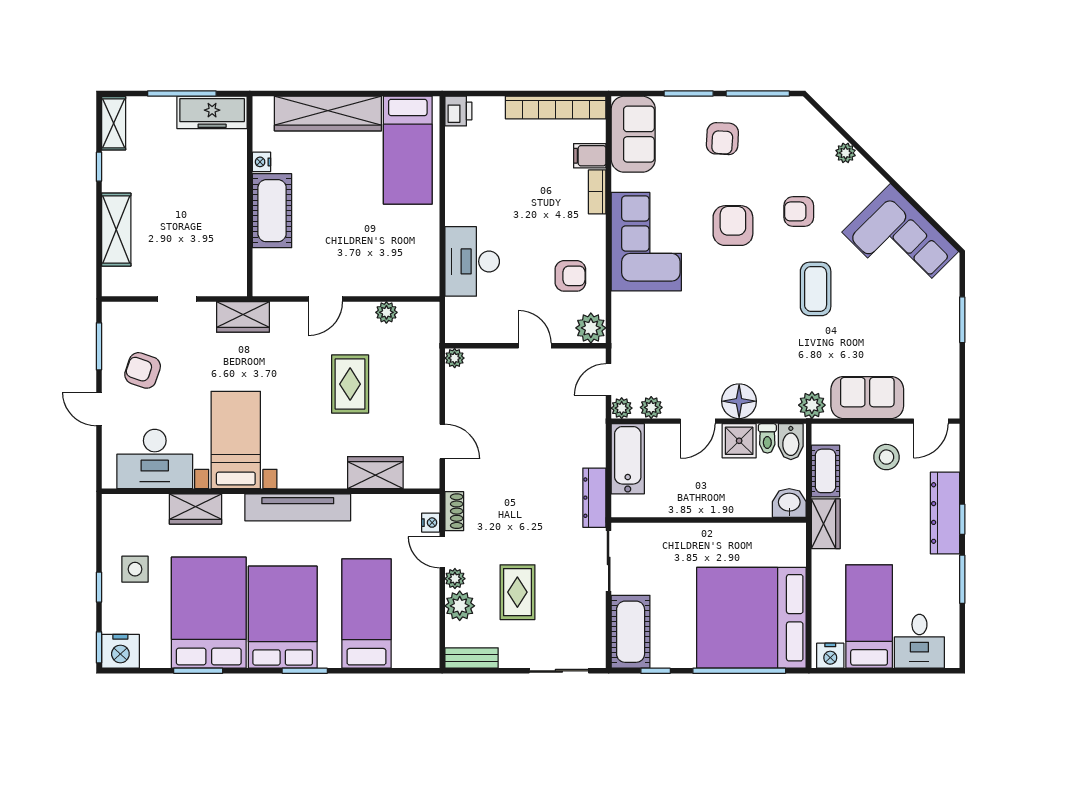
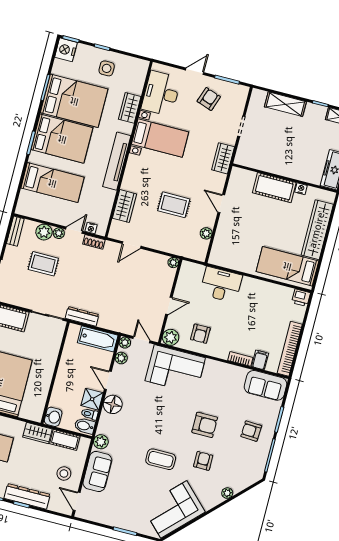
corner sofa: (646, 242) -> (175, 369), moved

